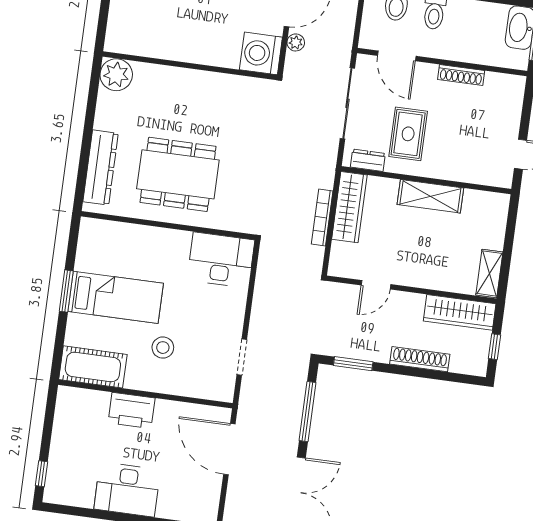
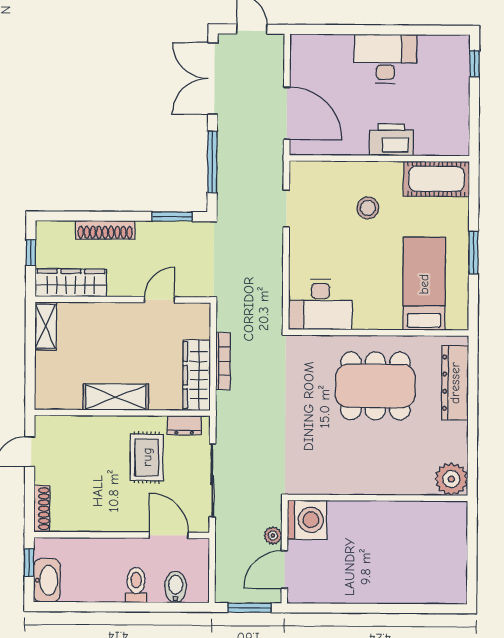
shoe rack: (461, 75) -> (42, 509), moved, turned 90
bed: (116, 297) -> (424, 284), moved, turned 90

